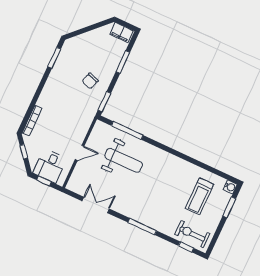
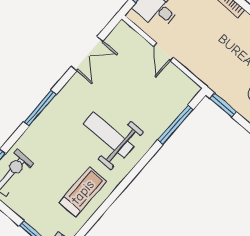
weight bench: (124, 160) -> (109, 135), moved, turned 90
treadmill: (200, 196) -> (83, 192), moved, turned 90

